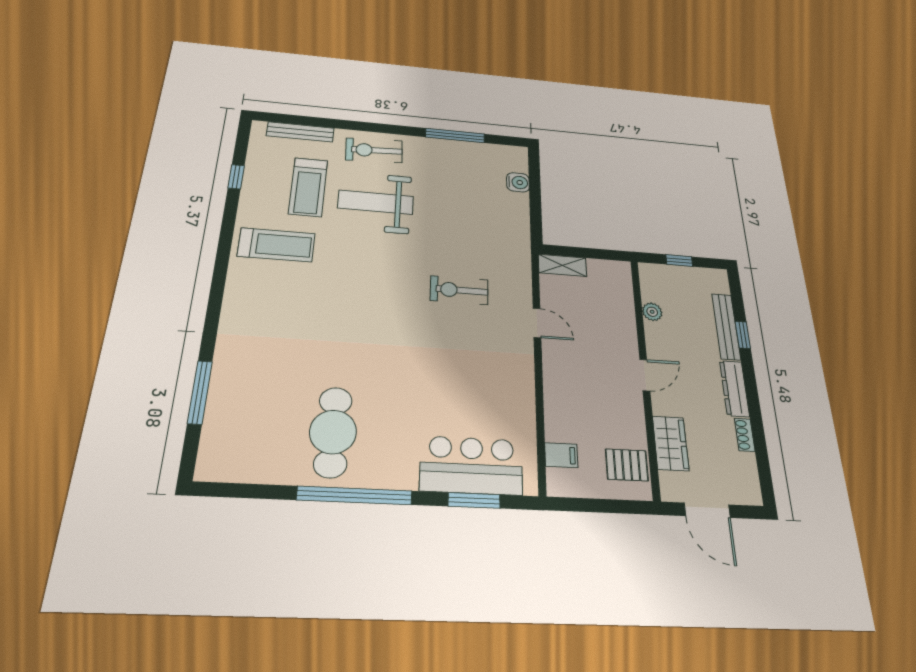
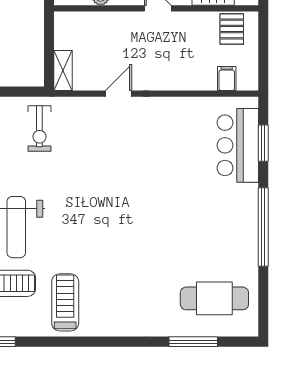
exercise bike: (459, 290) -> (39, 128), moved
cafe table: (333, 432) -> (214, 298), moved

